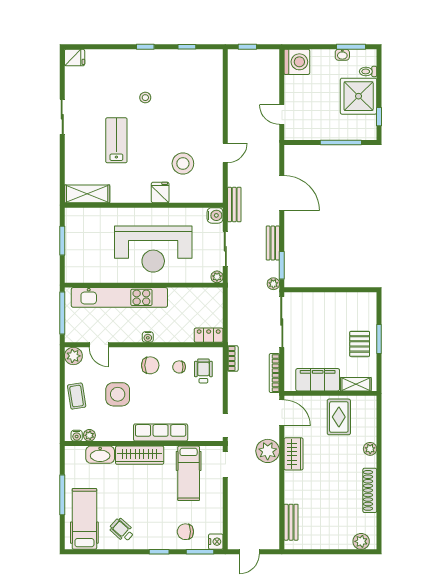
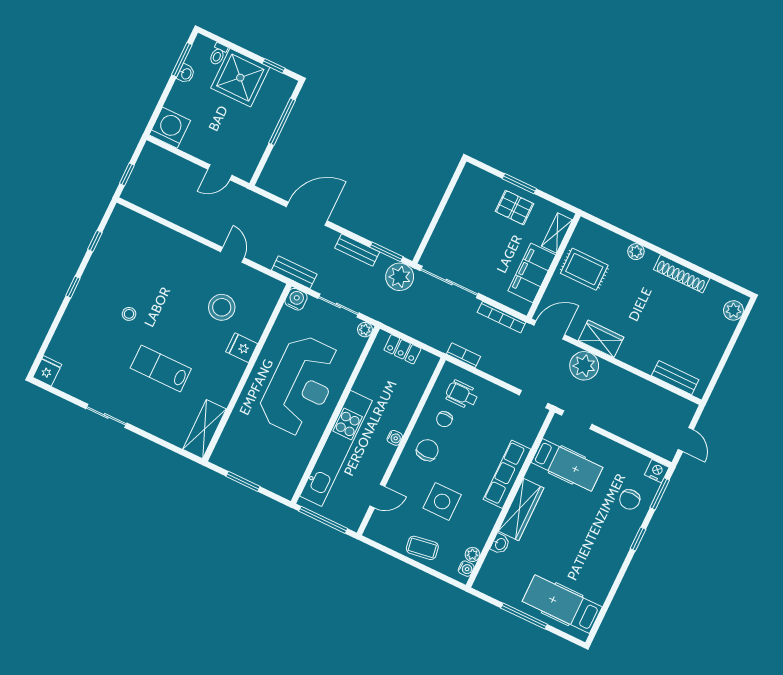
plant: (273, 284) -> (400, 277), width x1.88, depth x1.88
locker: (209, 335) -> (402, 349), moved, turned -90
plant: (73, 356) -> (376, 530), removed
washbasin: (100, 455) -> (500, 544), width x0.52, depth x0.69
wheelchair: (122, 530) -> (594, 569), removed

